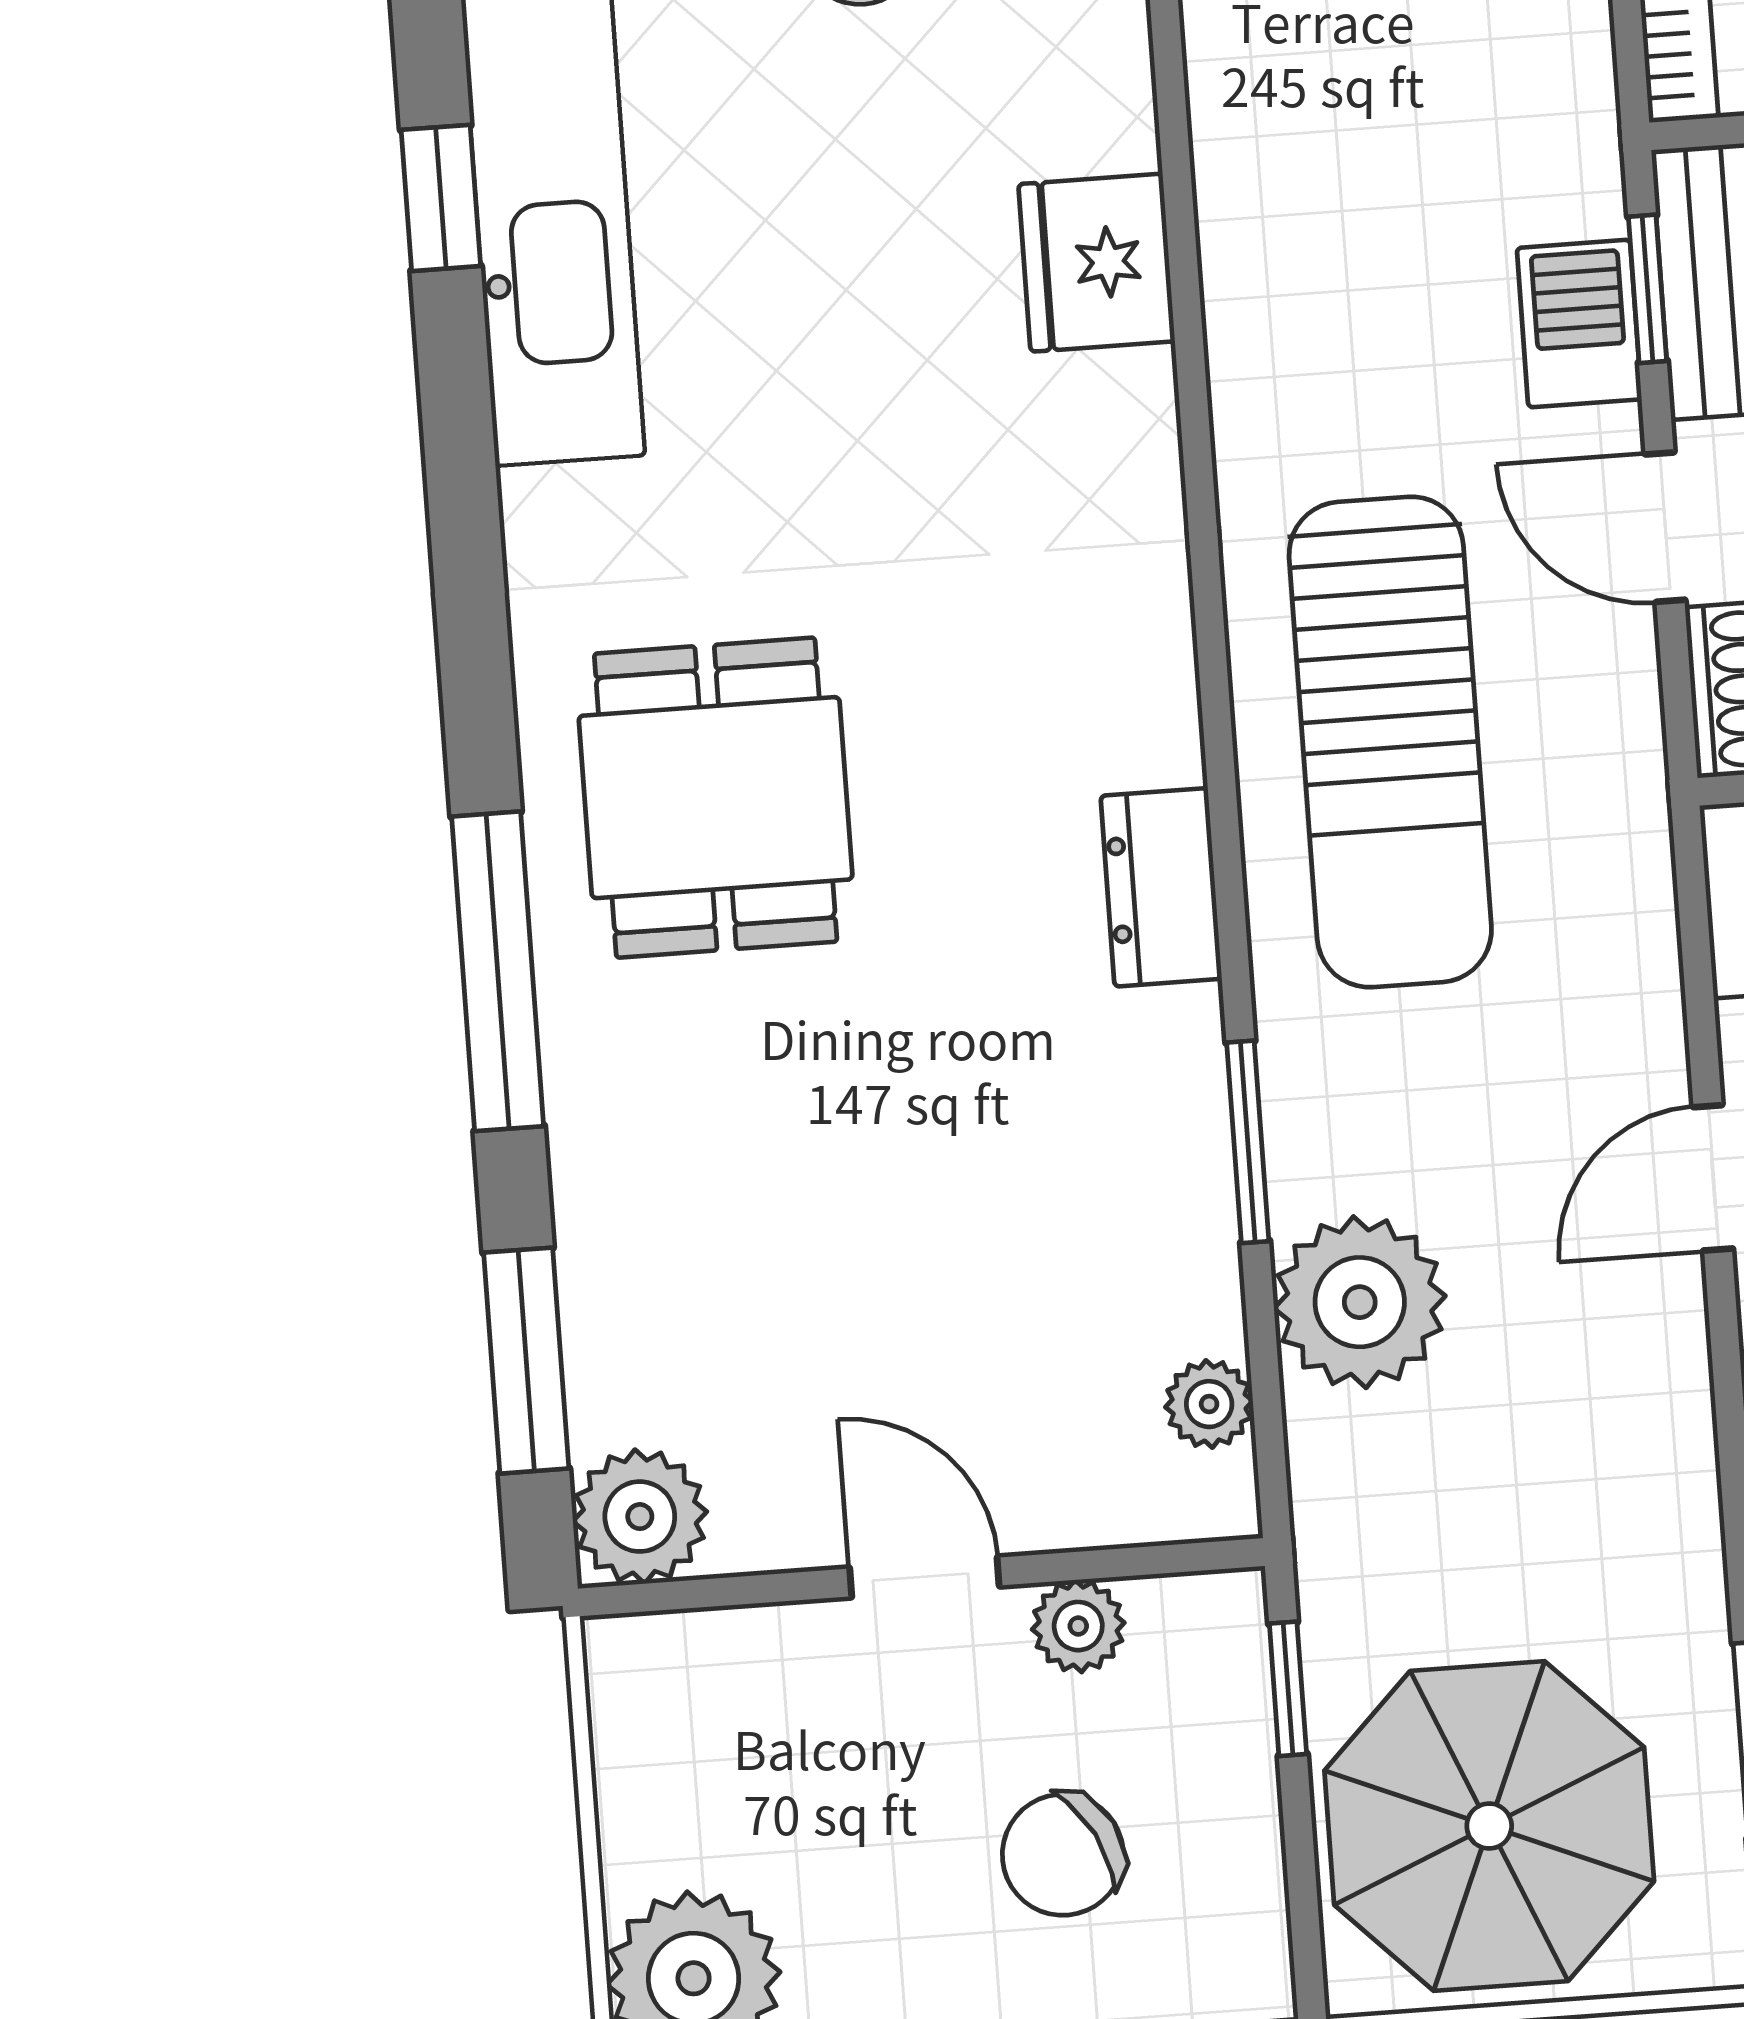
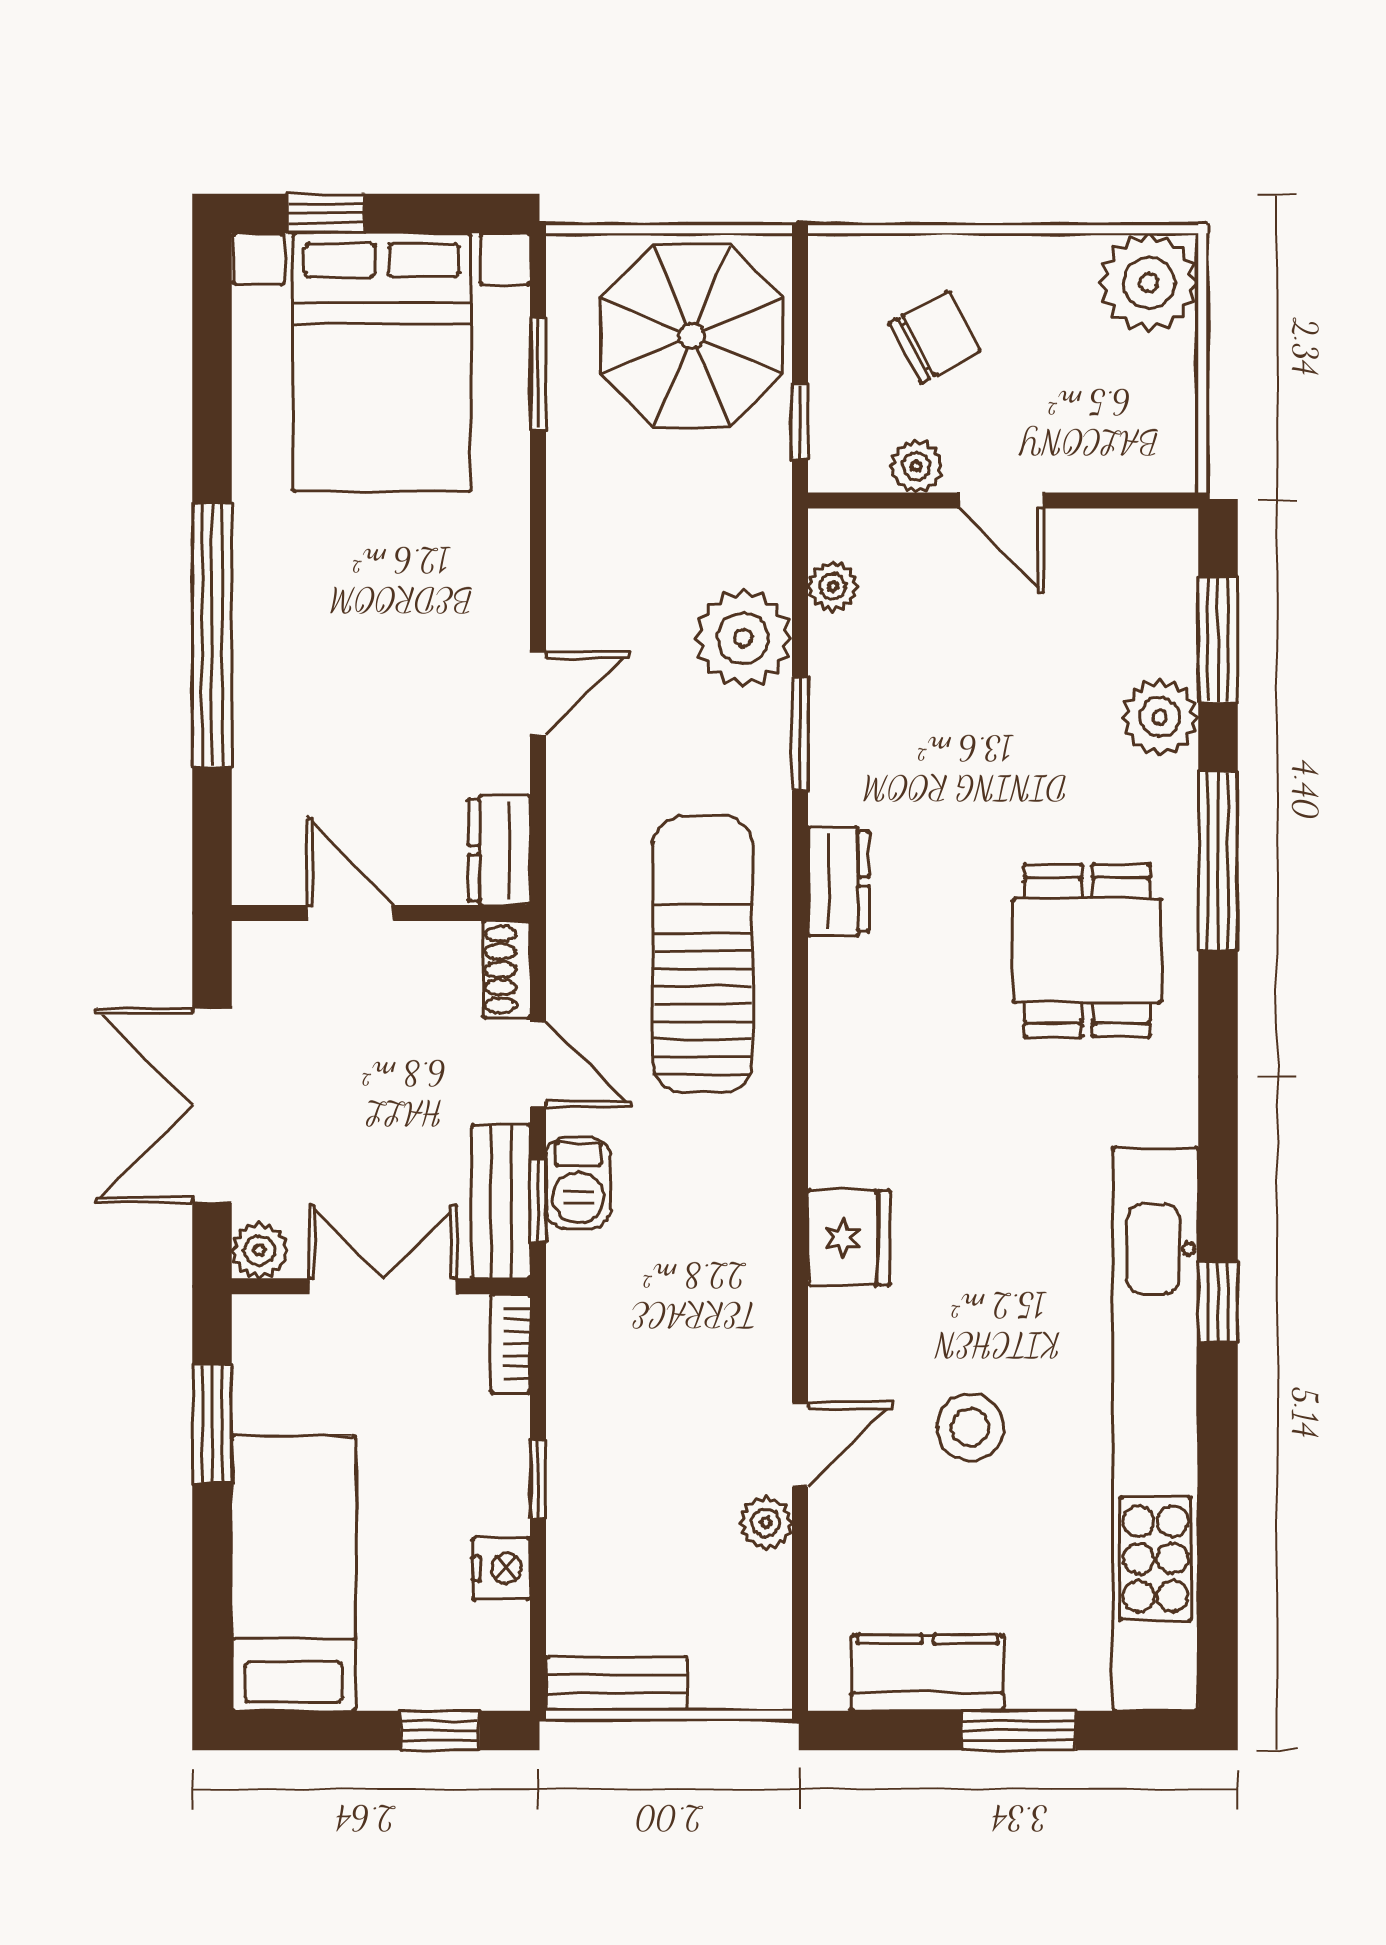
plant: (640, 1517) -> (1160, 717), moved

